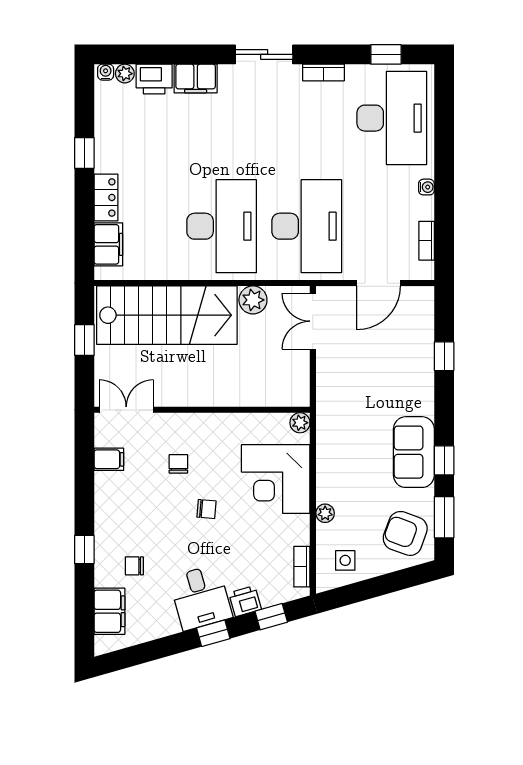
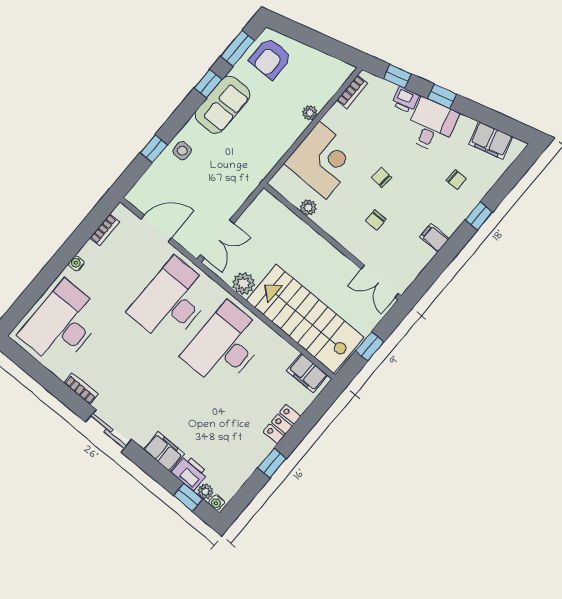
window: (386, 54) -> (188, 497), moved
filing cabinet: (108, 244) -> (307, 373), moved, turned -90
plant: (300, 423) -> (308, 207), moved
filing cabinet: (109, 459) -> (434, 238), moved
armchair: (405, 533) -> (270, 58), turned 70
side table: (345, 560) -> (182, 151), moved
filing cabinet: (109, 611) -> (491, 140), moved, turned -106

